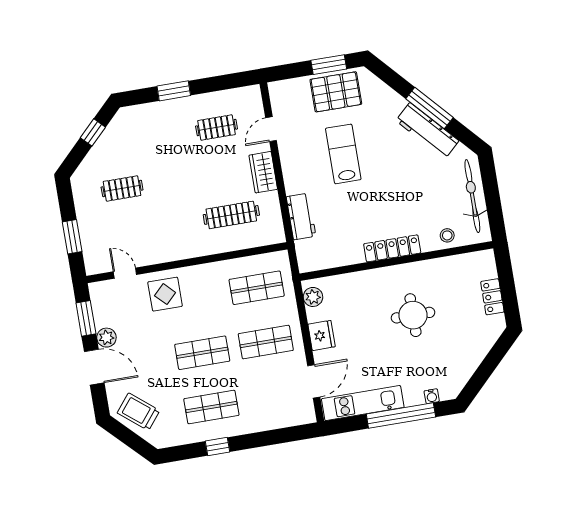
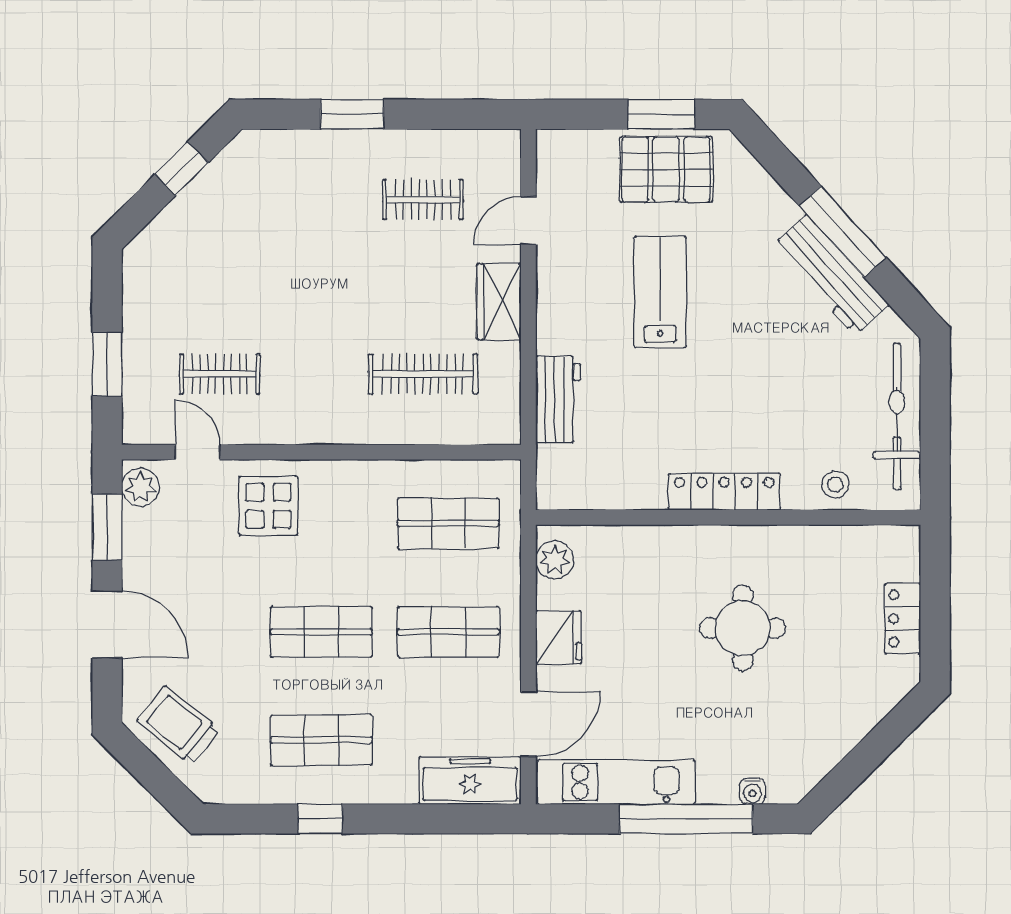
clothes rail: (122, 188) -> (220, 374), moved
plant: (106, 338) -> (141, 487), moved
freezer: (289, 415) -> (470, 781), added

